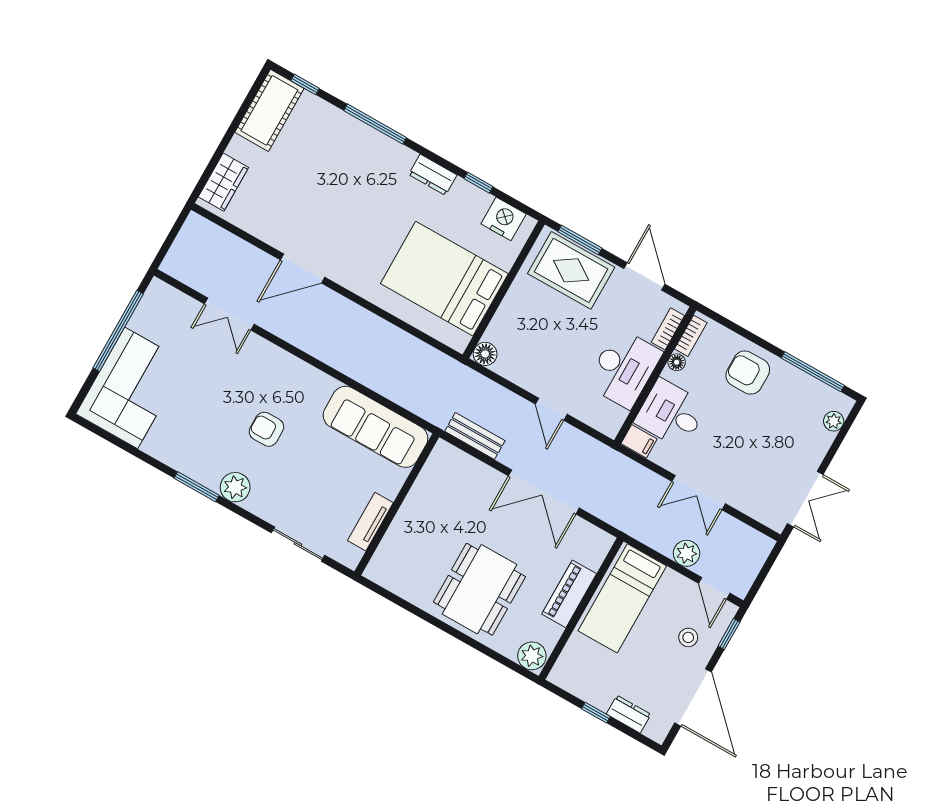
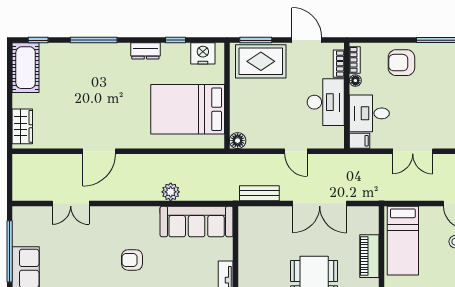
plant: (687, 553) -> (171, 192), moved

